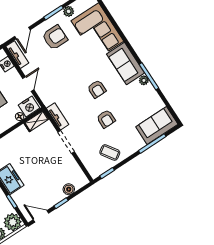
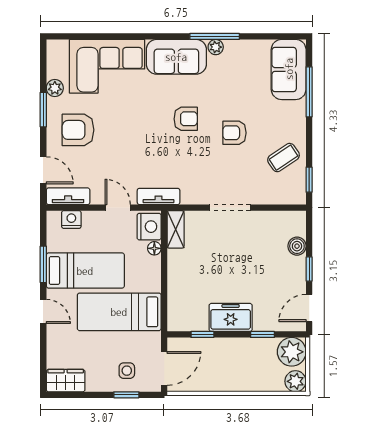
armchair: (55, 37) -> (78, 130), turned -90
tv unit: (58, 116) -> (159, 196), moved
armchair: (106, 119) -> (234, 133), turned 180

